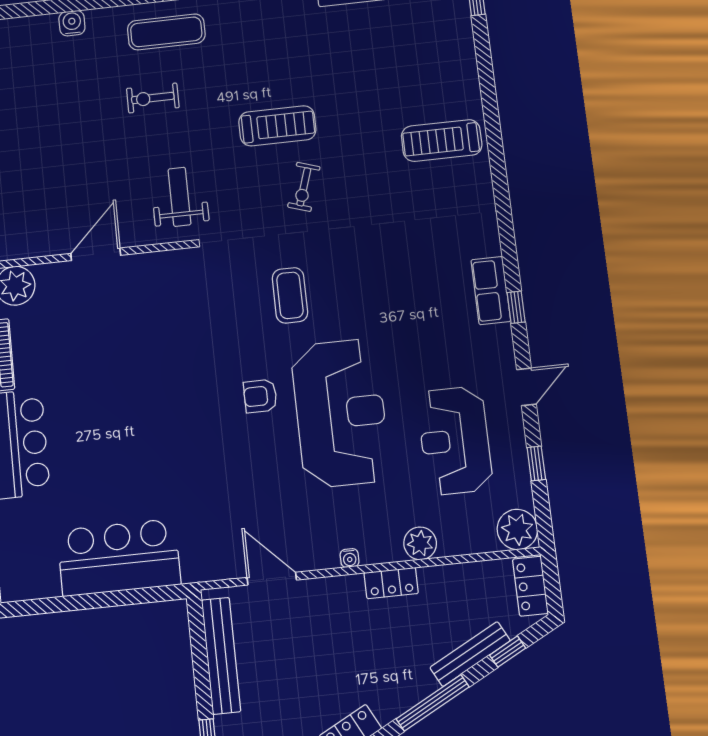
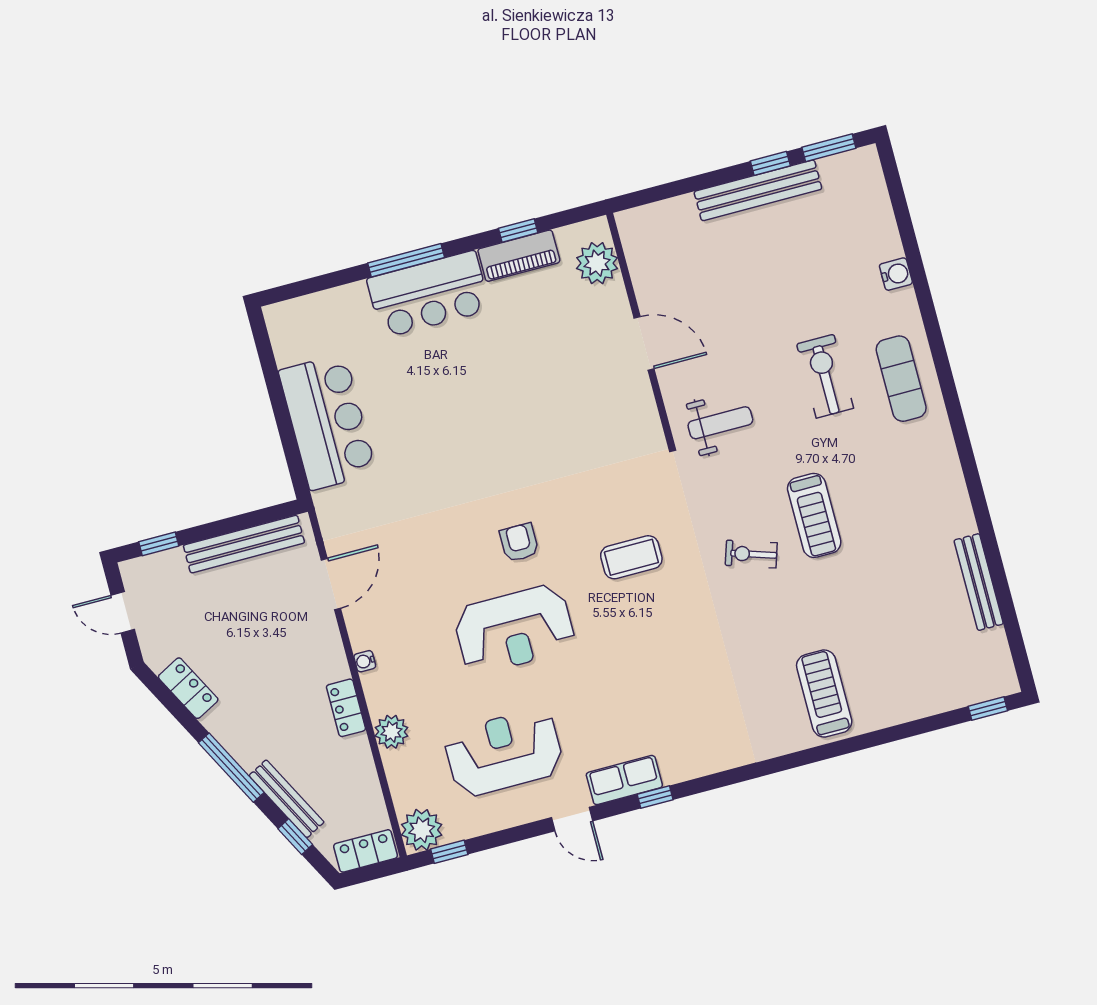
exercise bike: (153, 98) -> (825, 376), width x1.38, depth x1.39
row of seats: (491, 291) -> (624, 780), moved
reception desk: (340, 413) -> (514, 629), width x0.74, depth x0.77
window: (536, 464) -> (449, 852), moved

